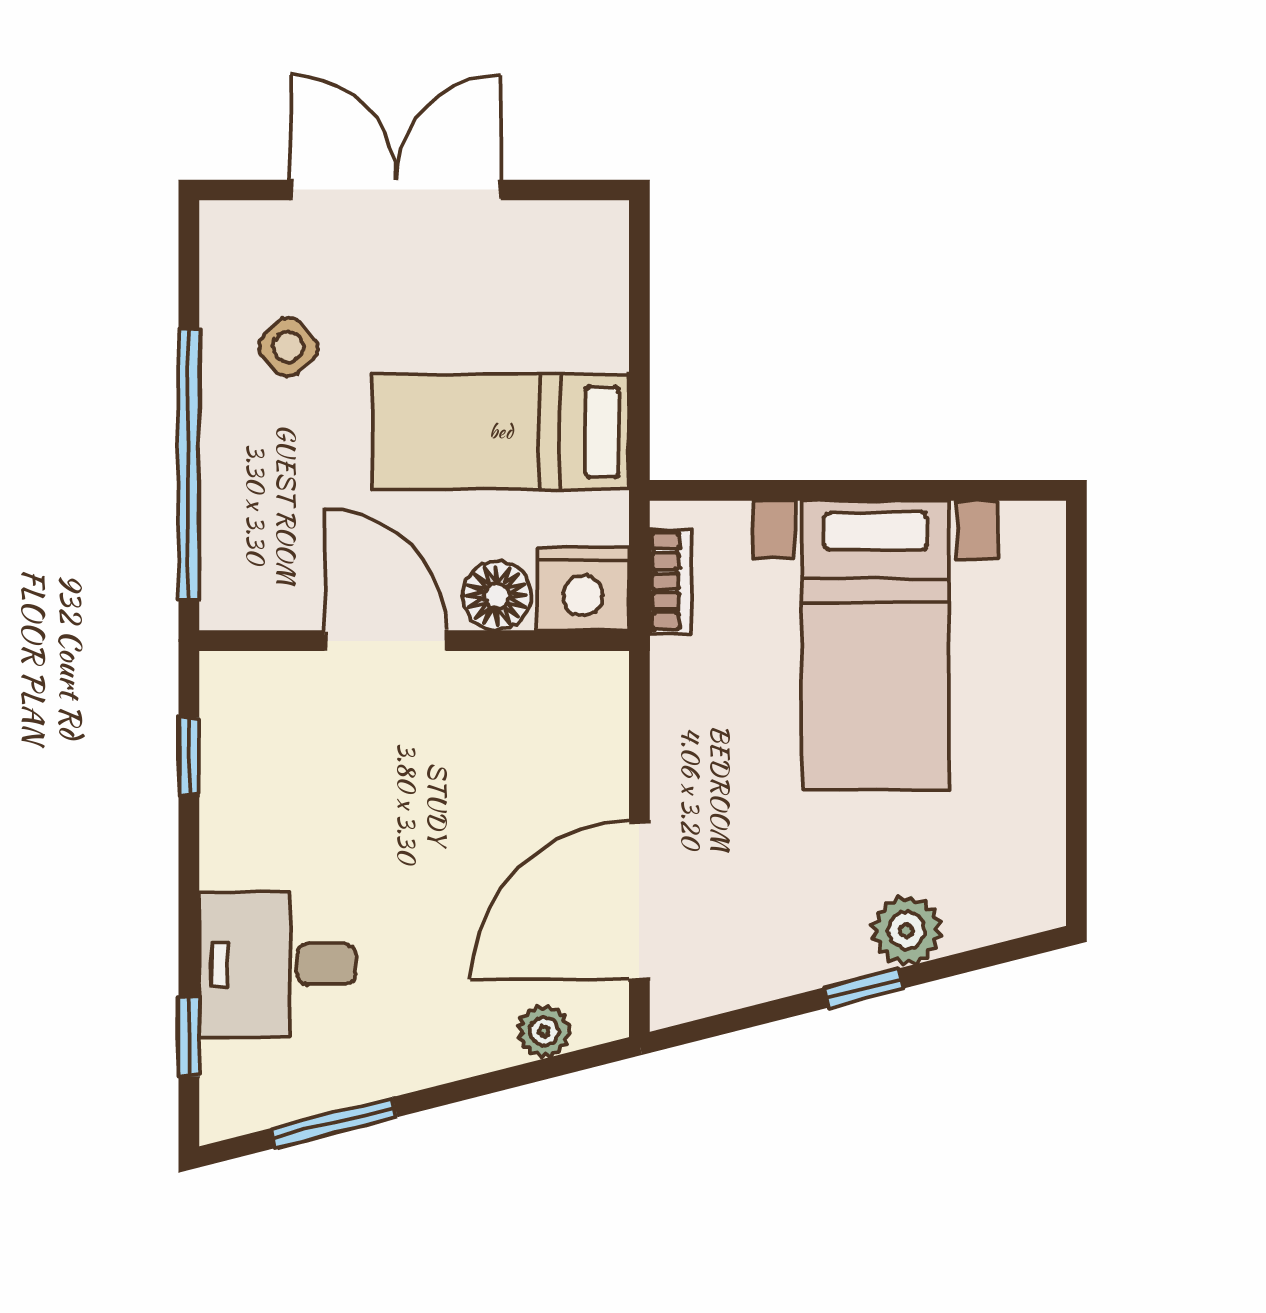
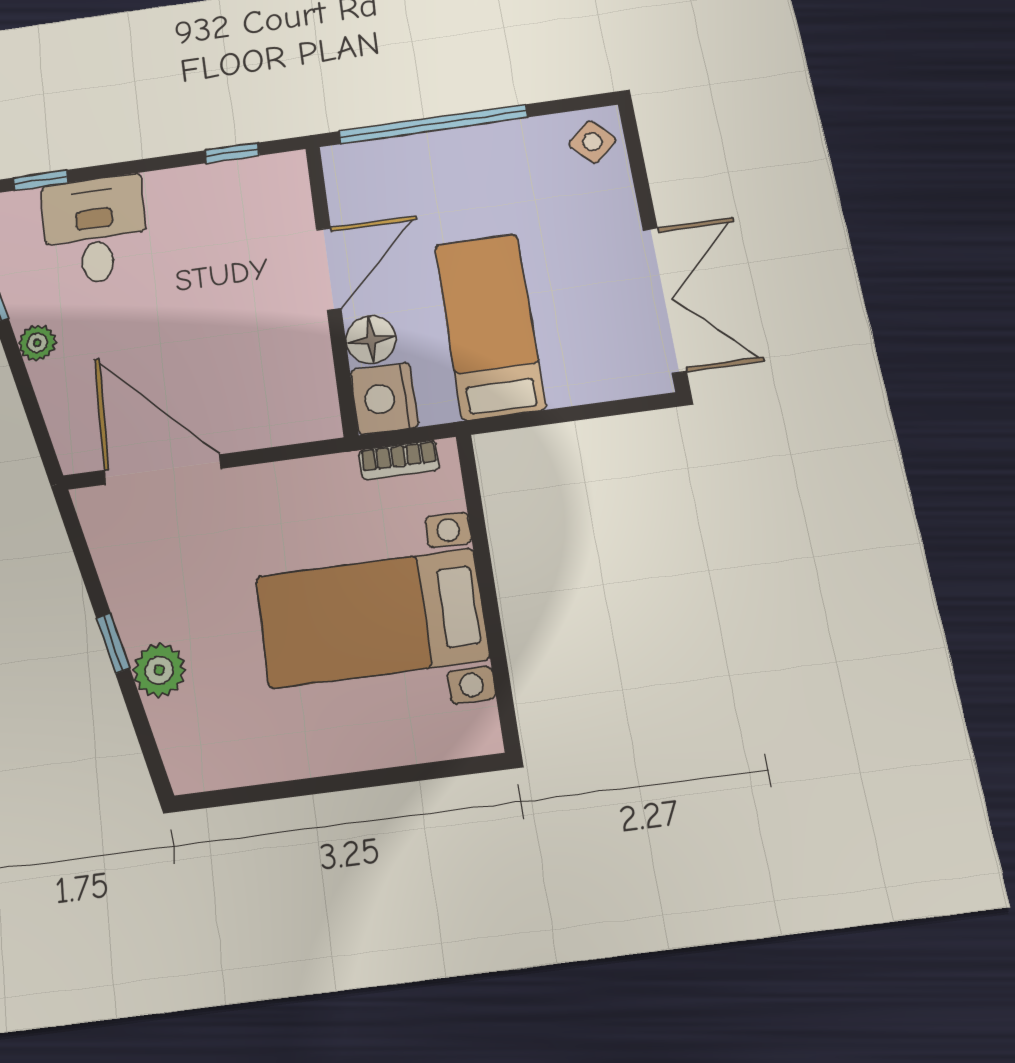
double door: (396, 190) -> (665, 300), moved
side table: (288, 347) -> (592, 142), moved
plant: (544, 1031) -> (37, 343), moved

